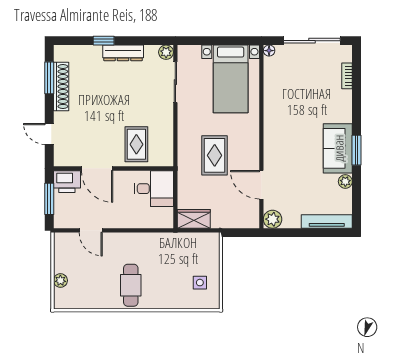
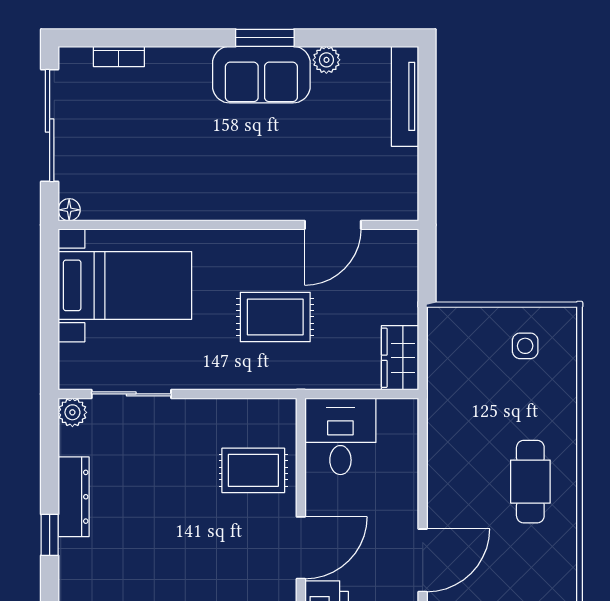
plant: (273, 219) -> (401, 203), removed
door: (91, 230) -> (423, 560), width x1.38
cafe table: (131, 285) -> (530, 482), turned 90

